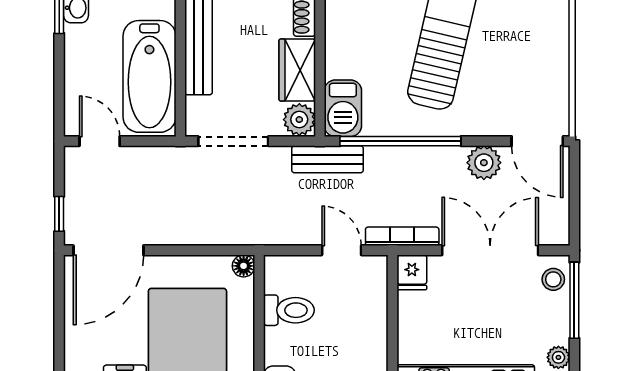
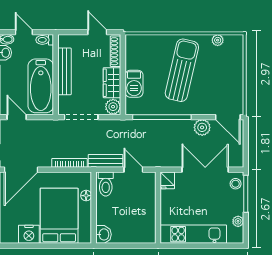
barbecue: (343, 108) -> (134, 84), moved
bench: (327, 159) -> (106, 161), moved
bookcase: (402, 236) -> (70, 163), moved
floor lamp: (244, 266) -> (86, 196), moved
toilet: (289, 310) -> (106, 184), moved, turned 90

